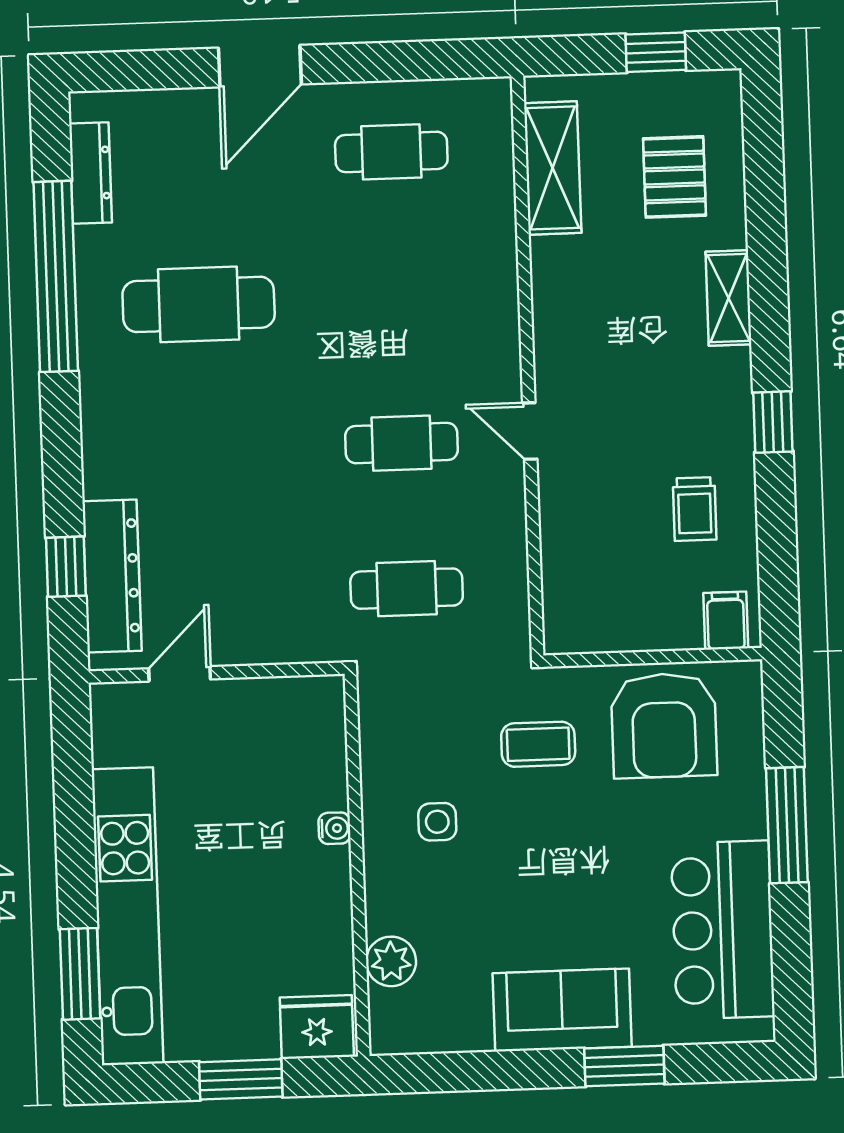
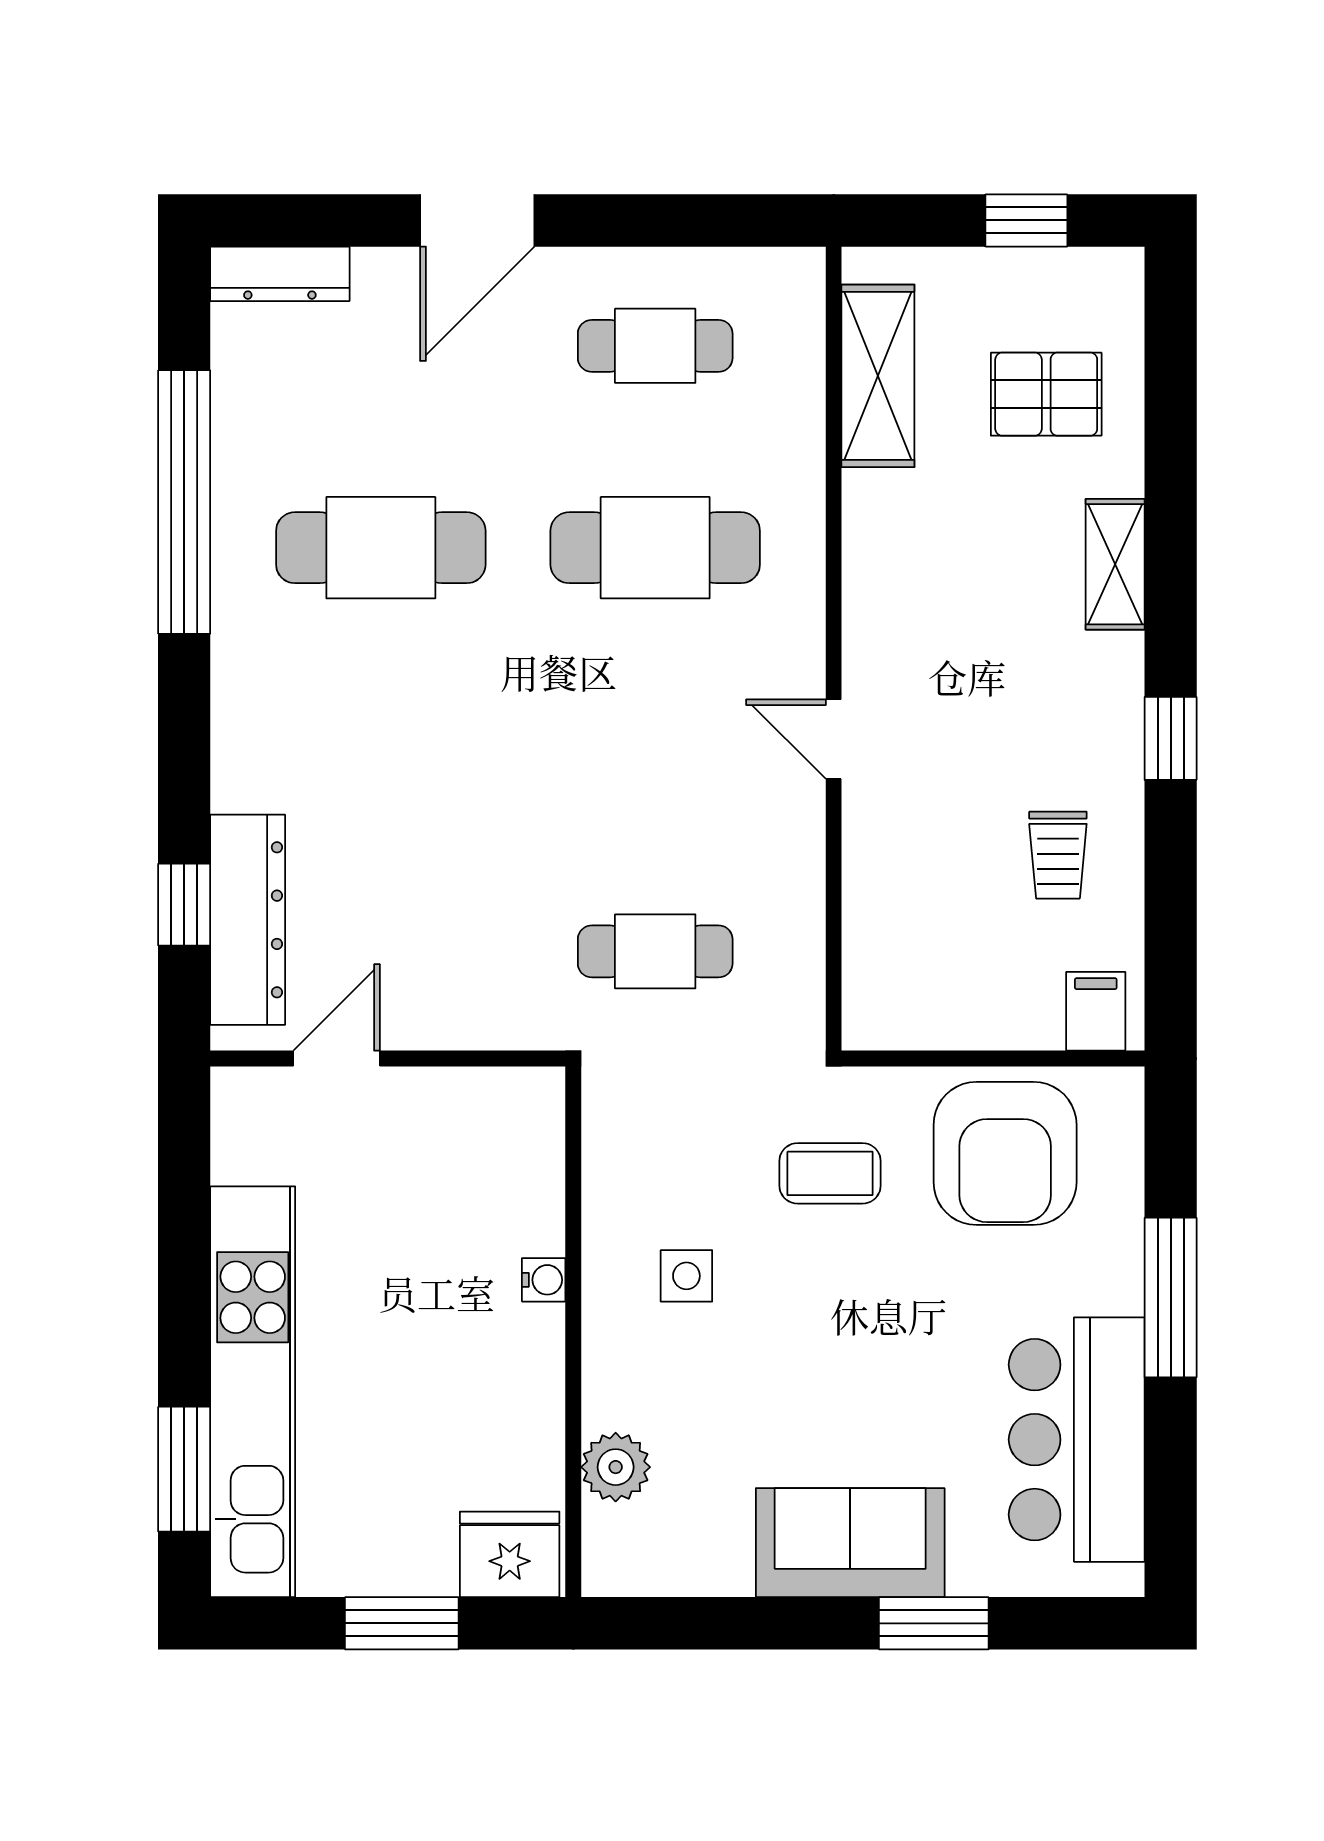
dresser: (91, 173) -> (280, 274), moved, turned 90
pallet: (674, 177) -> (1046, 394), turned 90
cafe table: (401, 443) -> (655, 548), moved, width x1.37, depth x1.35

